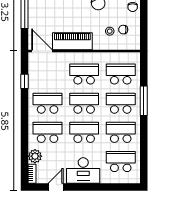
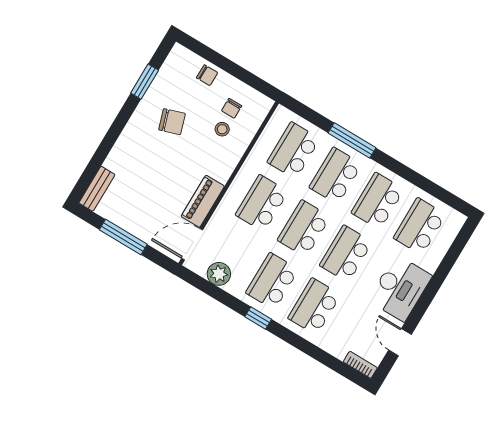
piano: (72, 41) -> (203, 201), width x0.73, depth x0.75
window: (25, 81) -> (258, 318), moved
plant: (35, 156) -> (219, 274), moved

